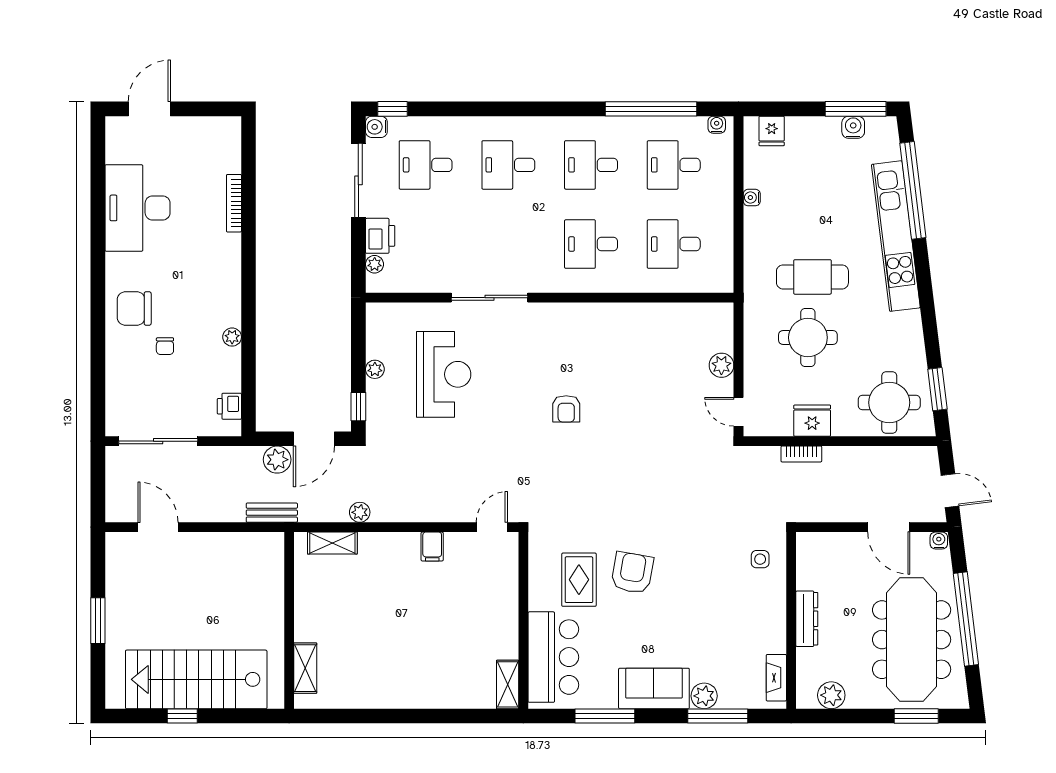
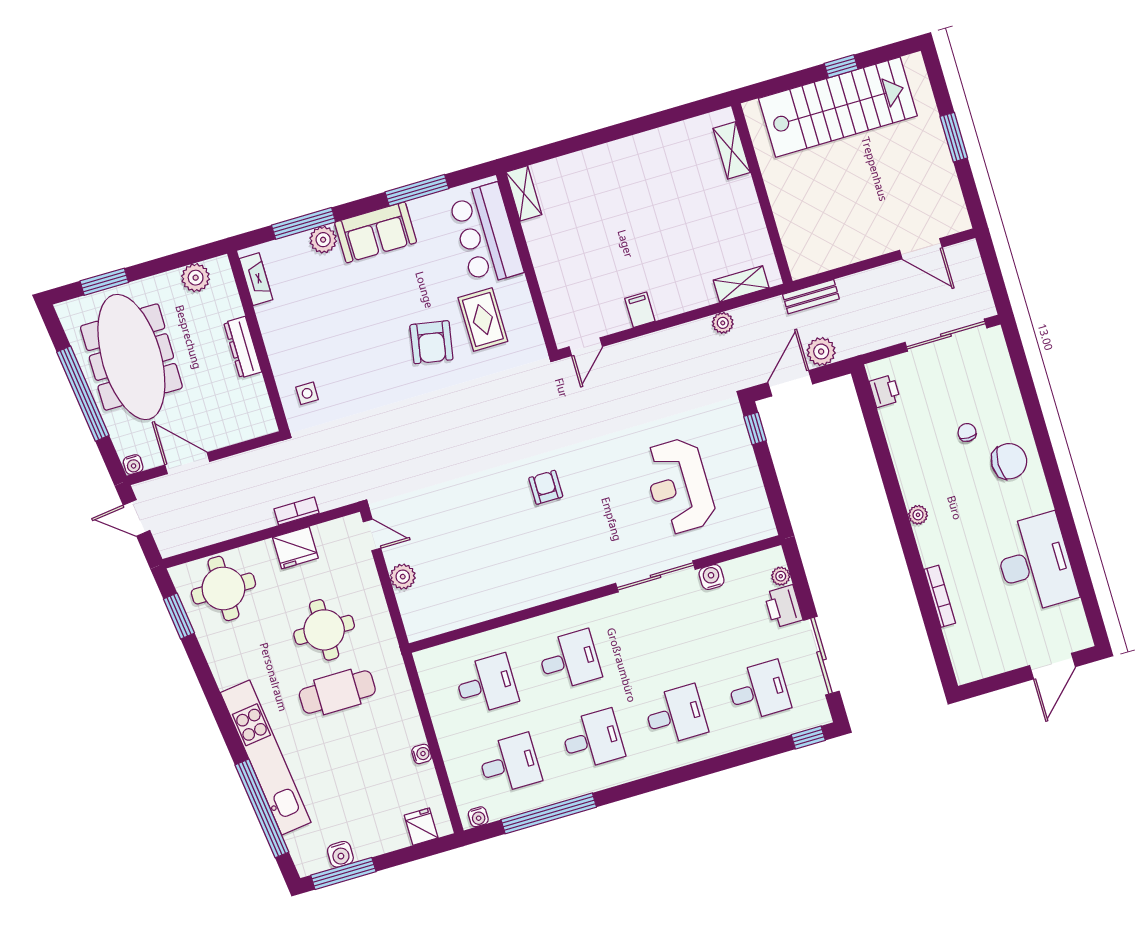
water cooler: (376, 127) -> (712, 577), moved, turned -90
plant: (232, 337) -> (918, 515), moved
plant: (375, 369) -> (750, 471), removed

